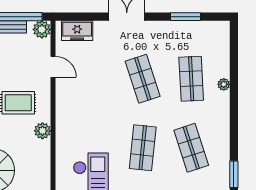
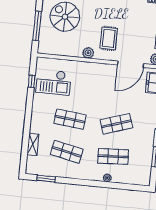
door: (53, 67) -> (131, 64), width x1.87
shop shelf: (191, 148) -> (67, 152), turned 30

